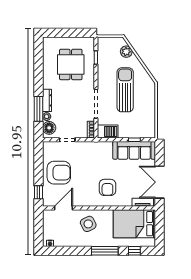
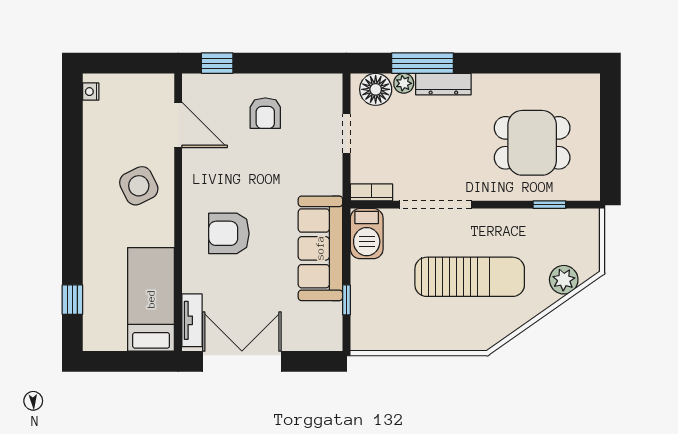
sofa: (134, 150) -> (320, 248), moved
armchair: (59, 173) -> (265, 113), width x0.53, depth x0.53
bed: (134, 224) -> (151, 299), width x0.67
window: (105, 251) -> (72, 227), removed

